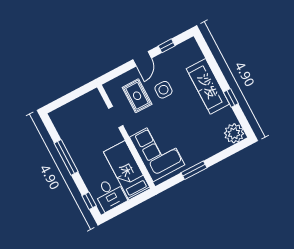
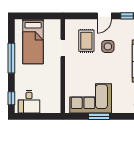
corner sofa: (157, 151) -> (91, 98), moved, turned -90
bed: (127, 170) -> (33, 42), moved, turned 180

